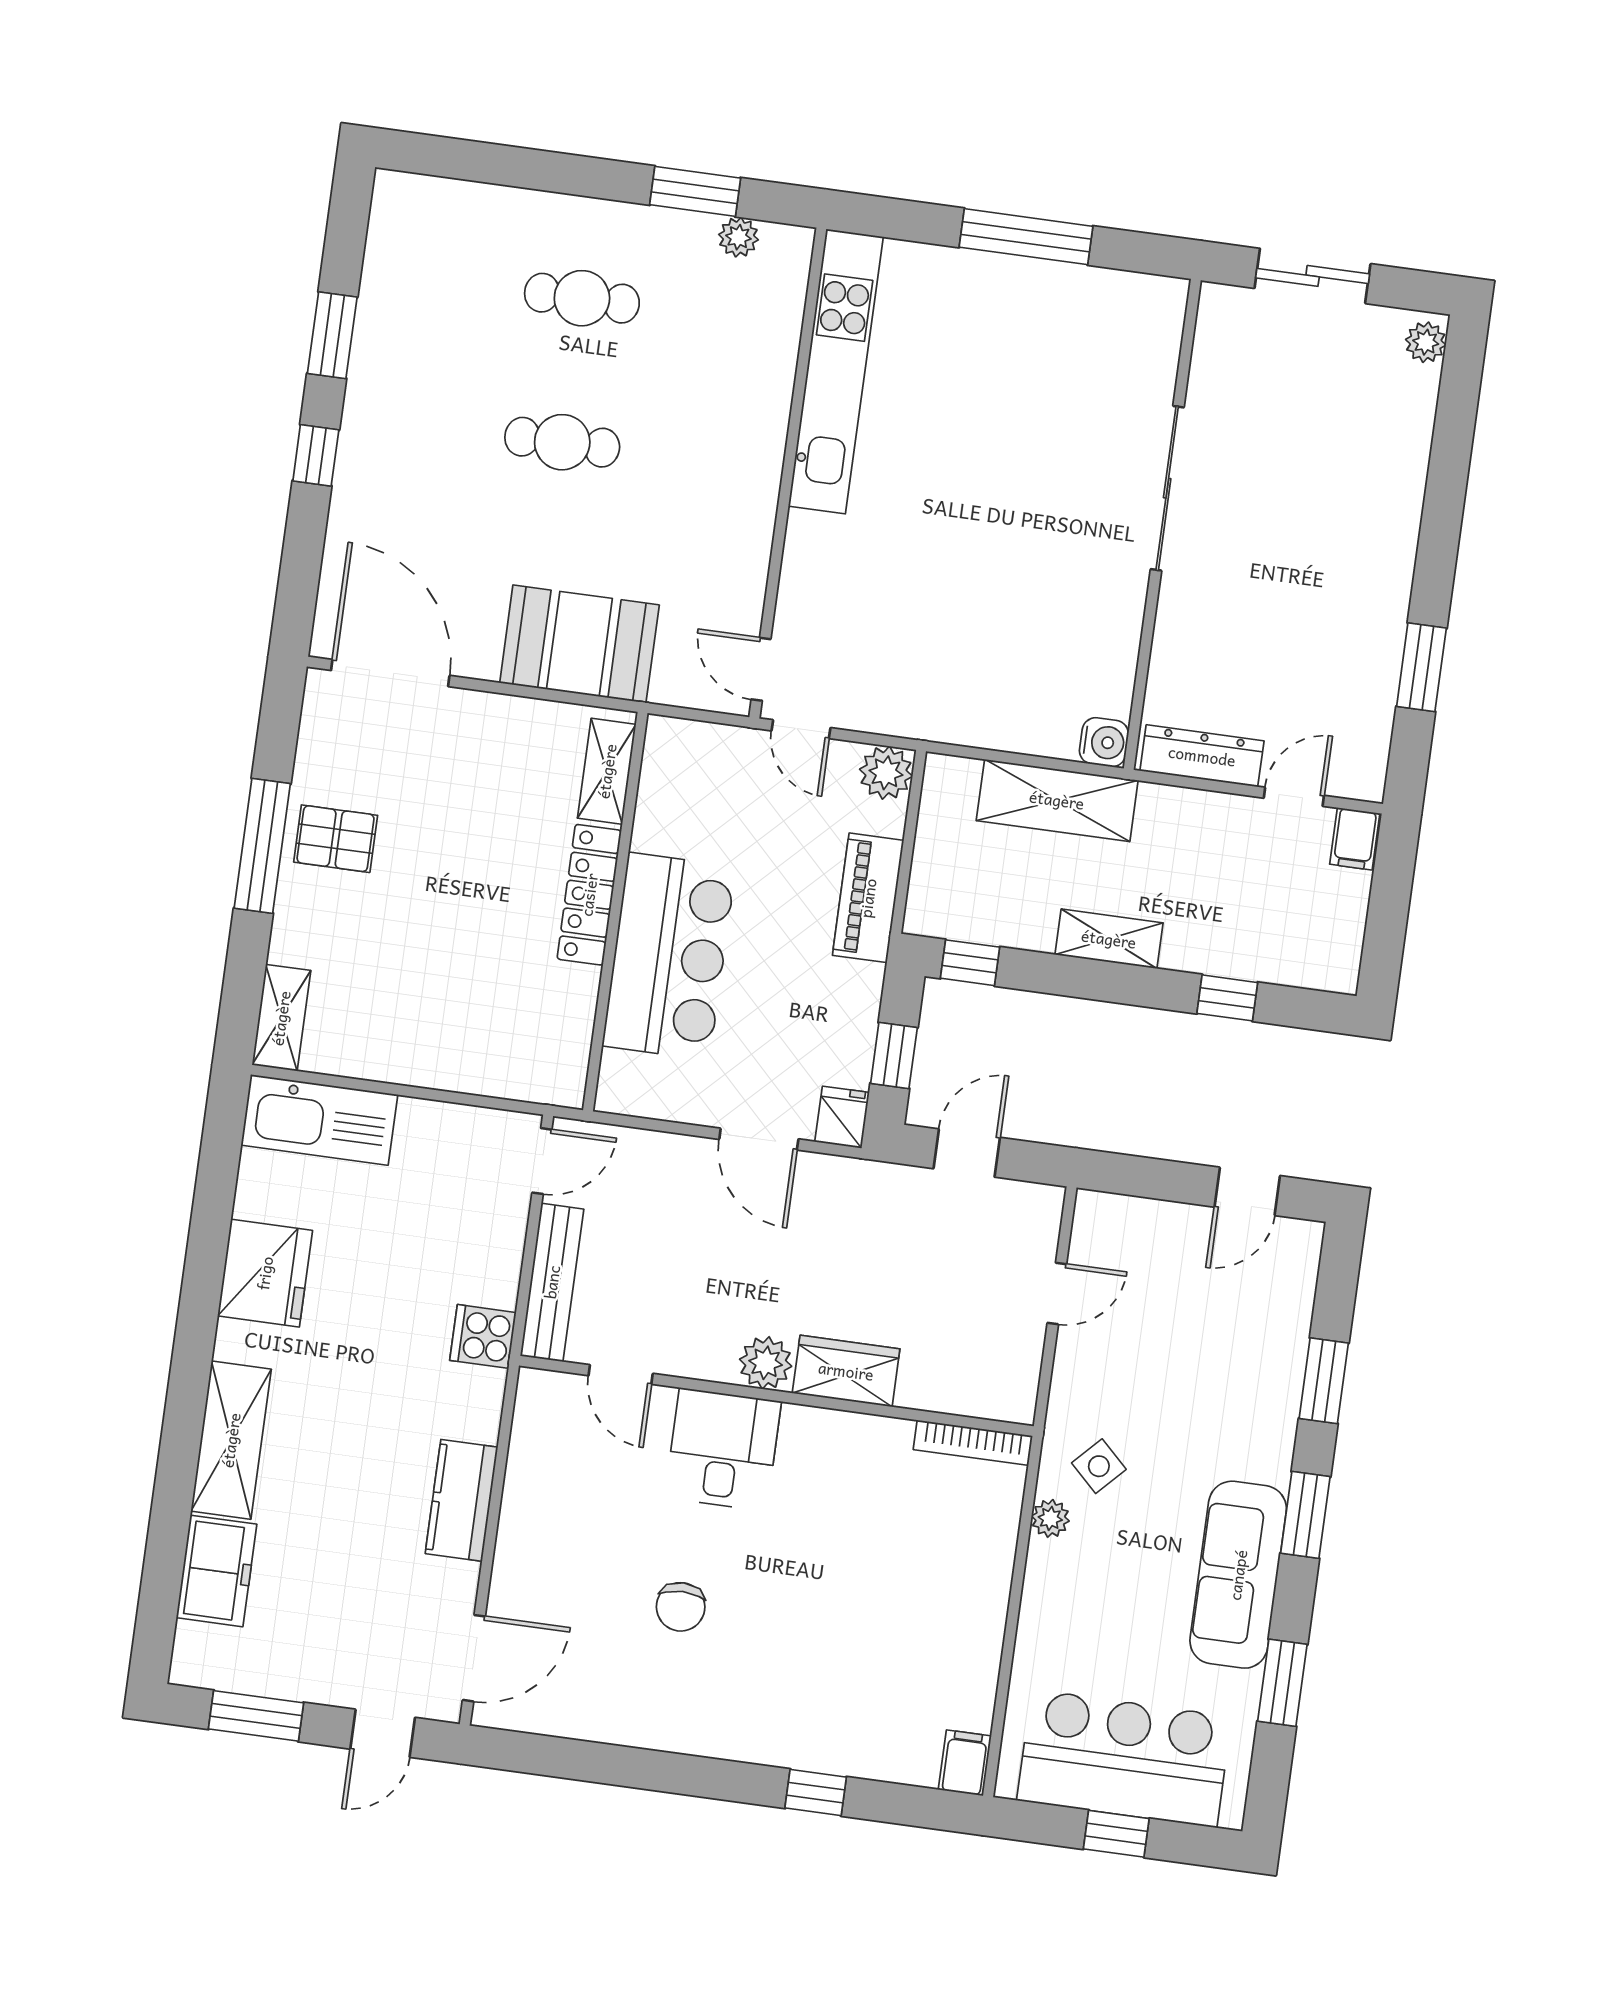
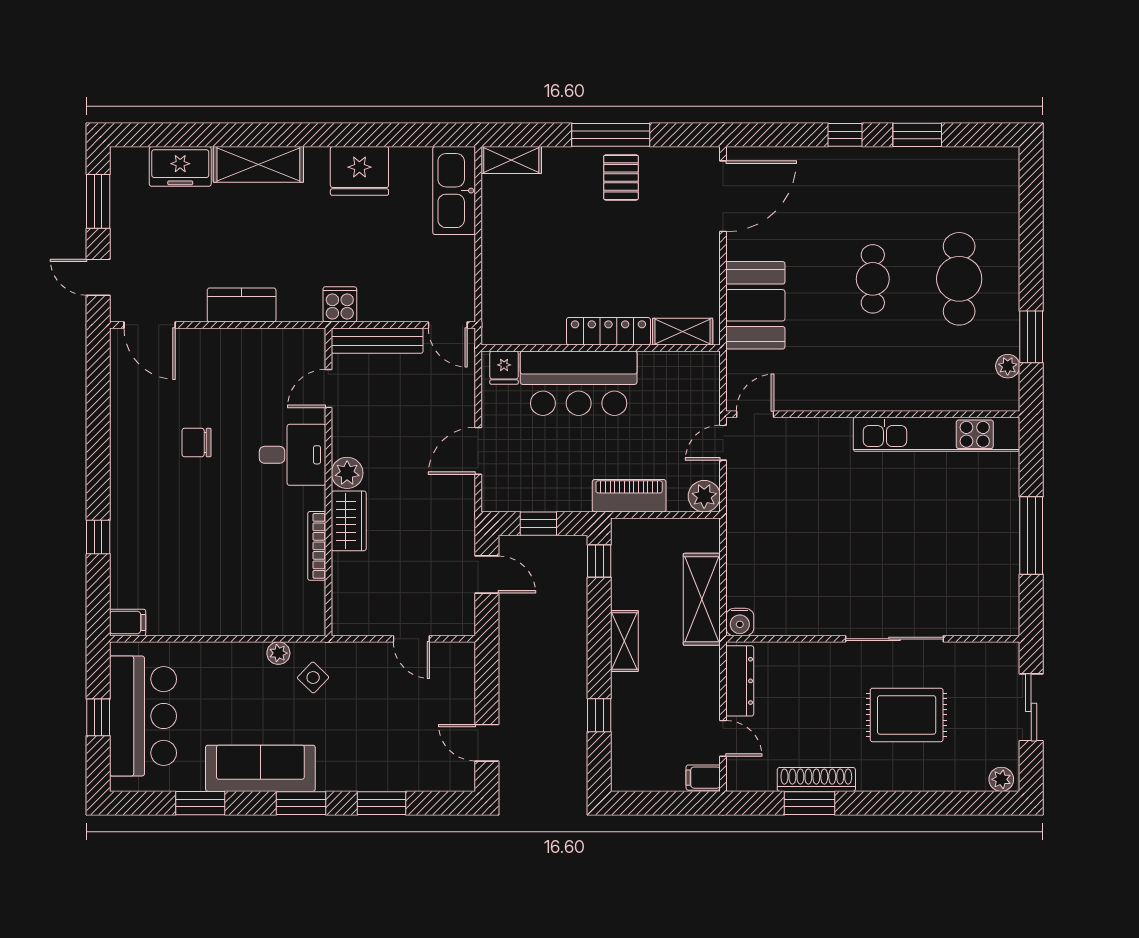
cafe table: (582, 298) -> (959, 279), width x1.37, depth x1.35
rug: (1297, 485) -> (907, 715), added
shoe rack: (1384, 651) -> (816, 779), added
fridge: (842, 1117) -> (504, 368), moved, turned 90
bookcase: (973, 1443) -> (317, 546), moved

